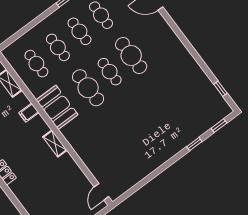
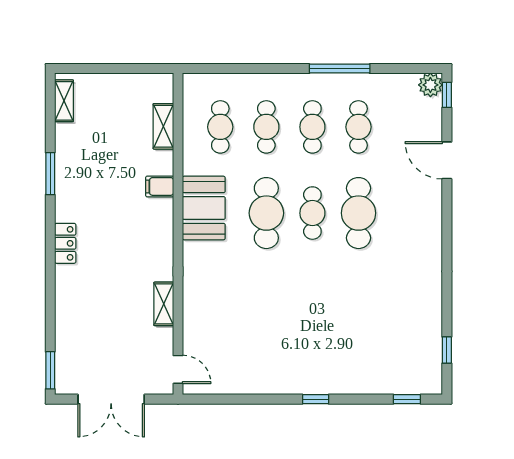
shelving: (55, 143) -> (164, 304), moved
window: (194, 144) -> (316, 399), moved
door: (101, 192) -> (178, 369), swing flipped

